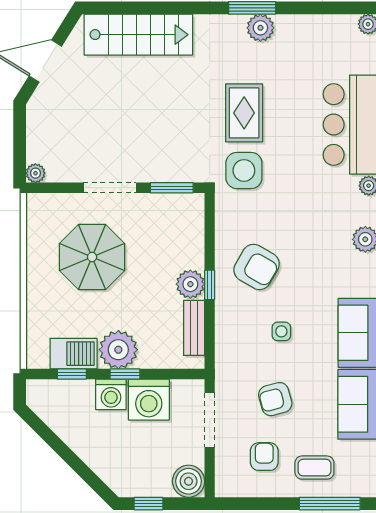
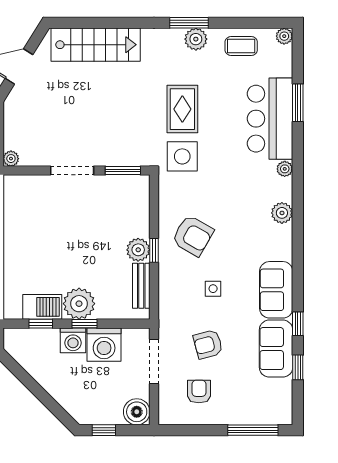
parasol: (92, 257) -> (57, 227), removed
coffee table: (314, 468) -> (241, 46), moved

